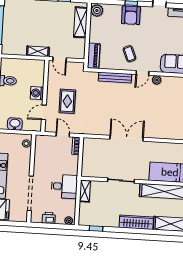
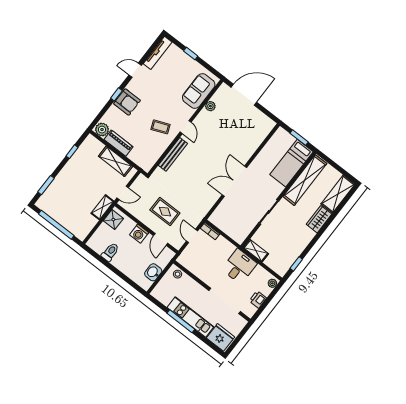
shelving: (81, 22) -> (115, 161), moved
piano: (94, 56) -> (118, 143), moved
shower: (34, 66) -> (113, 220), added
plant: (157, 80) -> (210, 106), moved
door: (63, 135) -> (192, 236), hinge flipped
wardrobe: (136, 222) -> (319, 219), width x0.67

